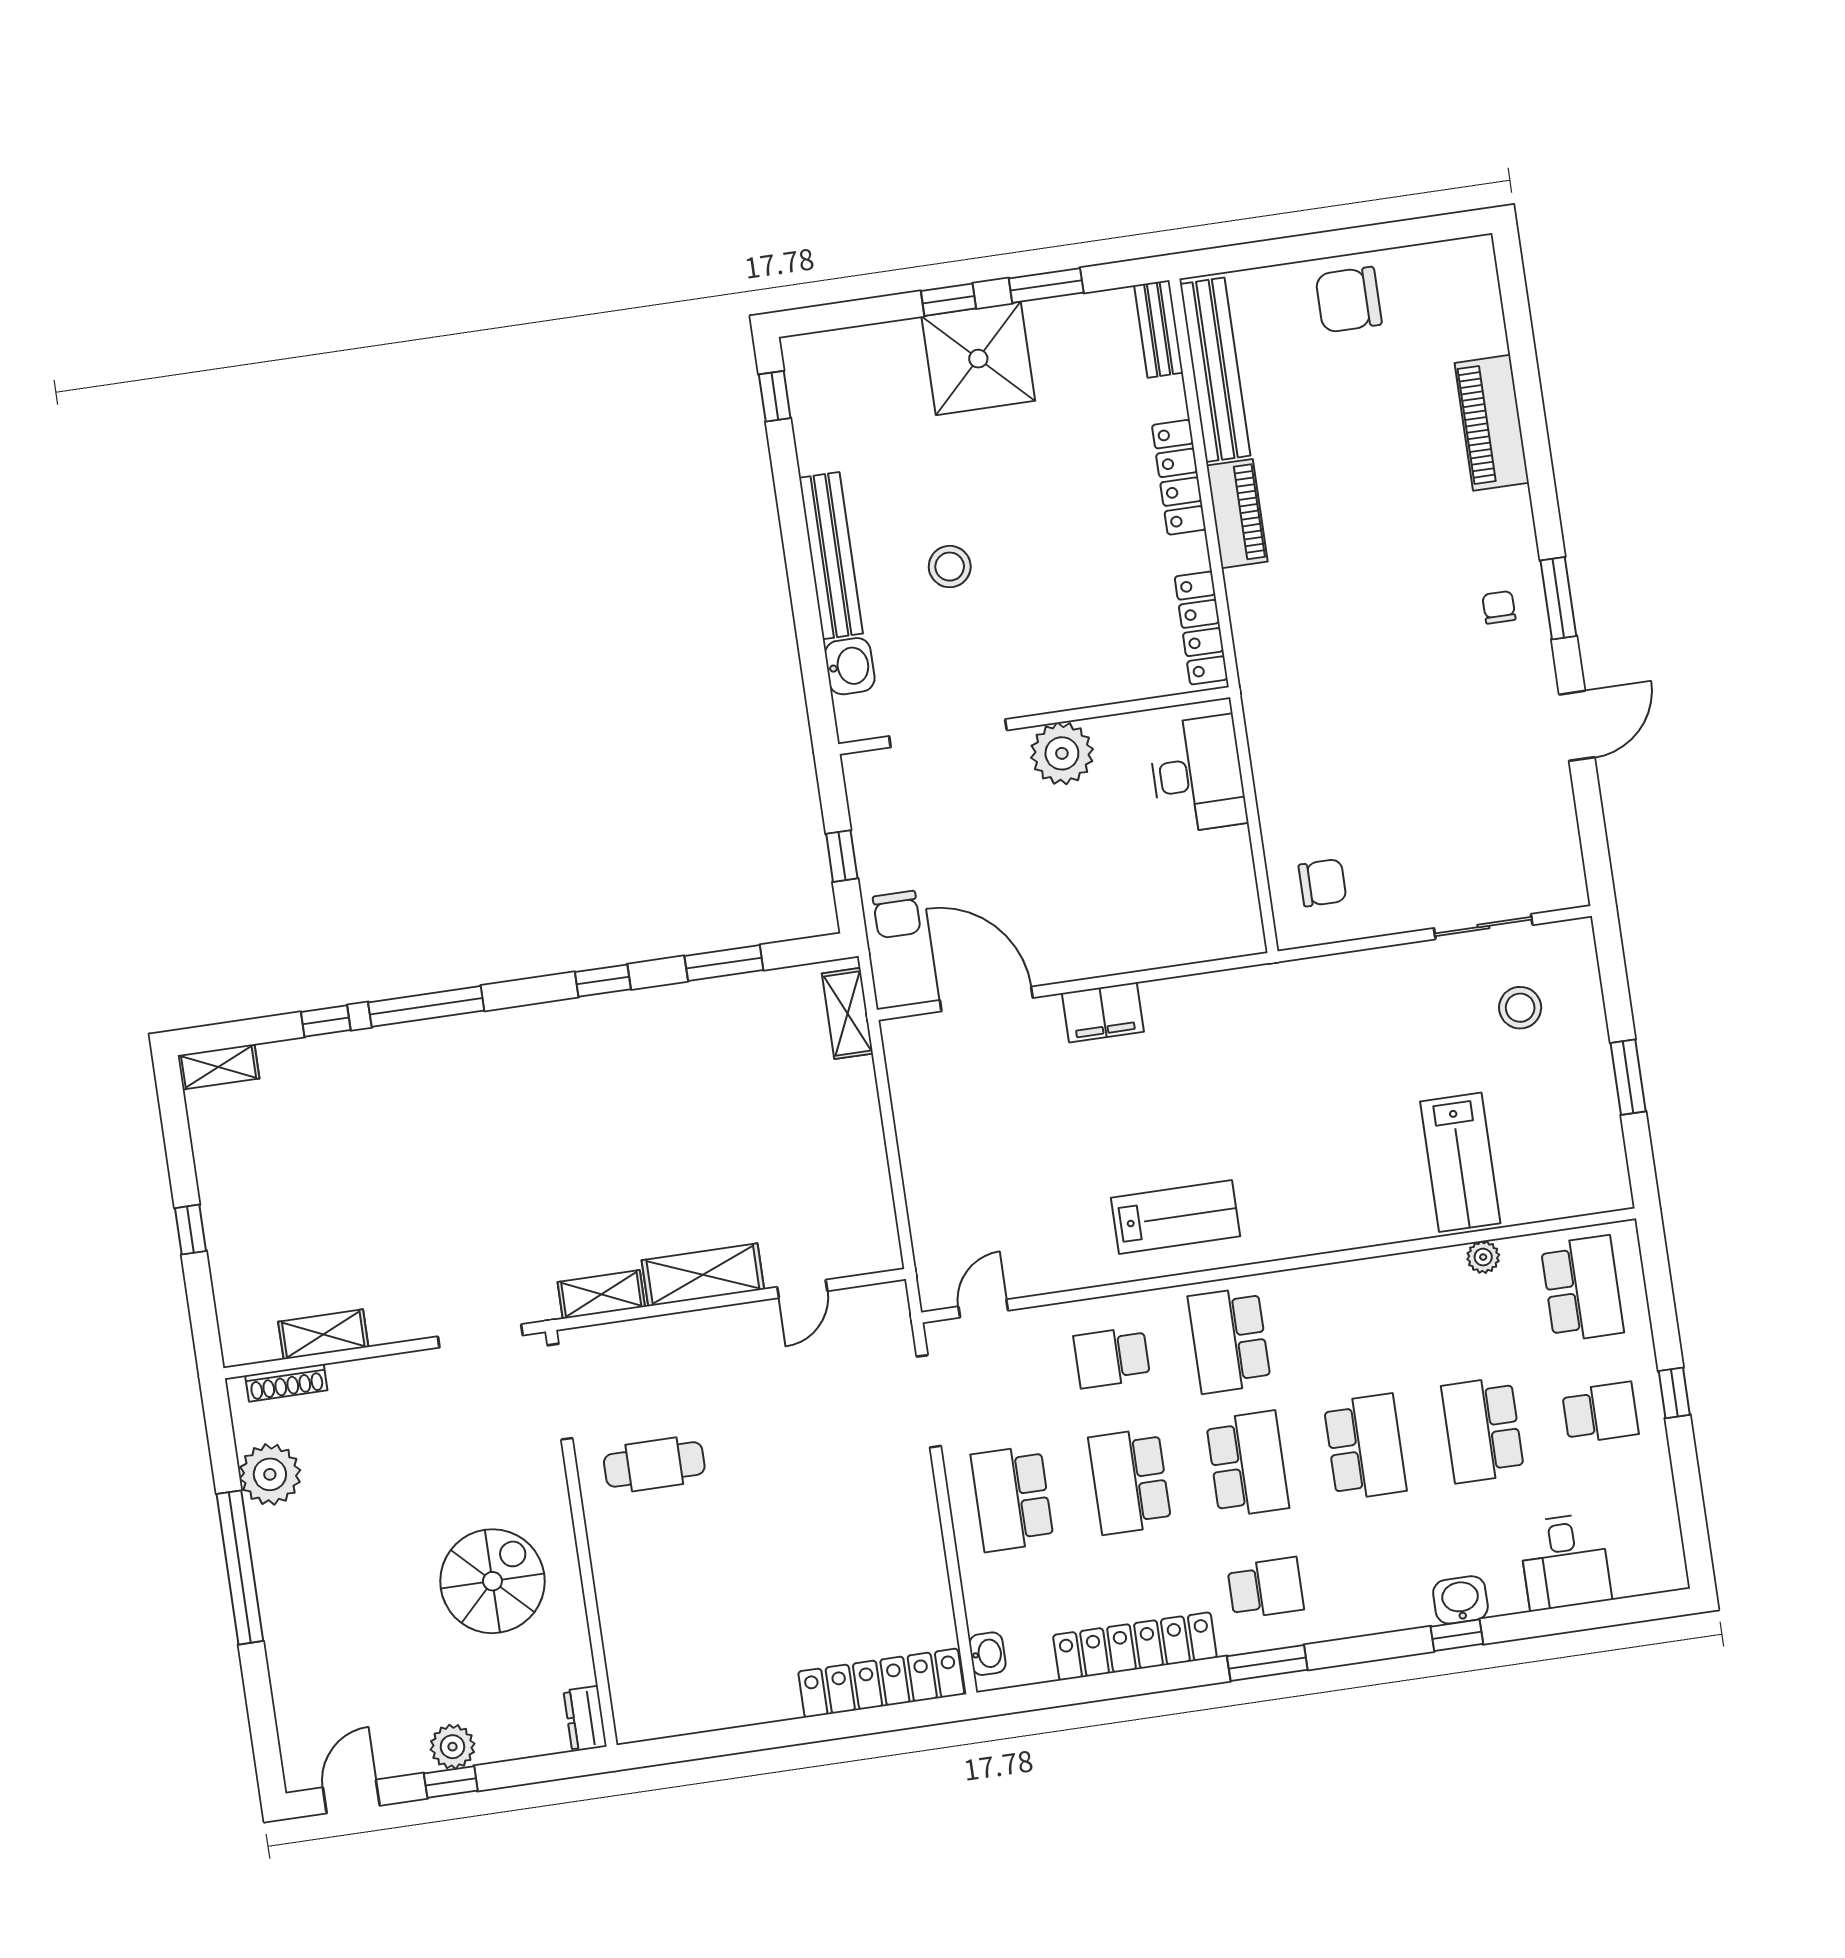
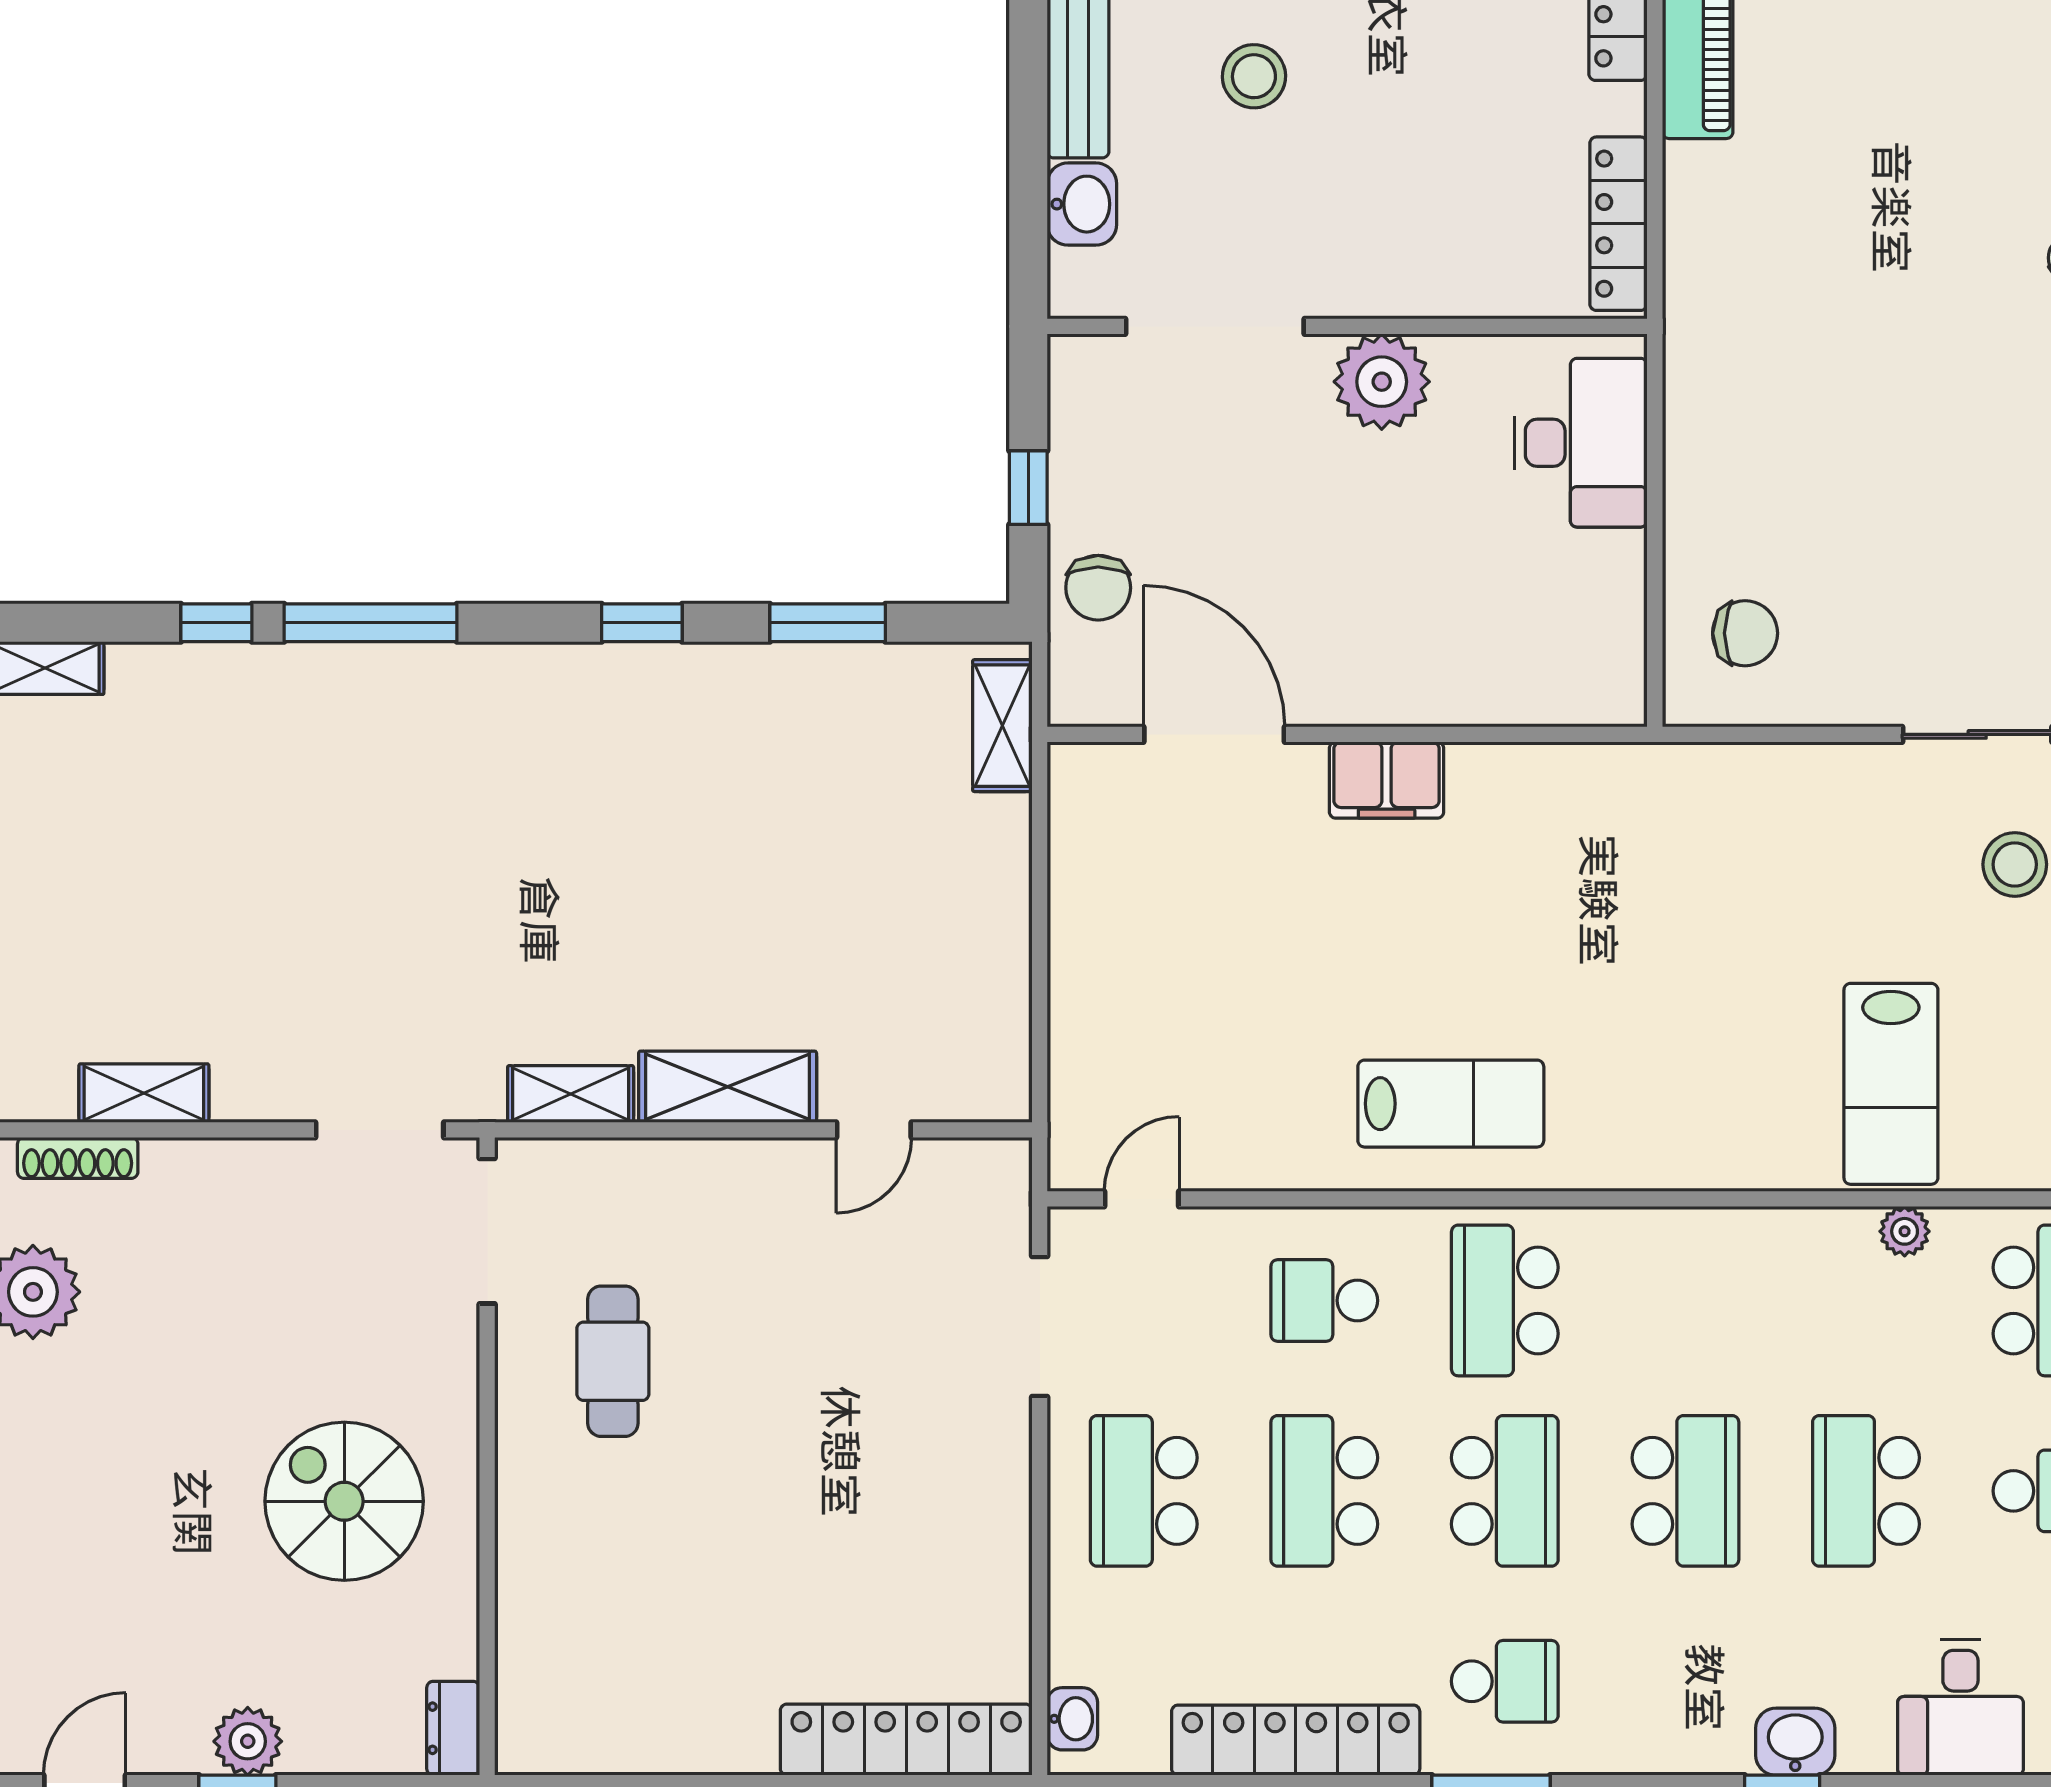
cafe table: (654, 1464) -> (613, 1361), turned 90
spiral stairs: (492, 1581) -> (344, 1501), turned -90

